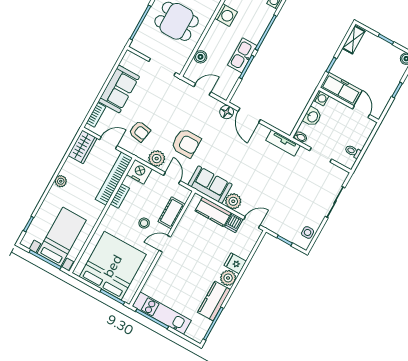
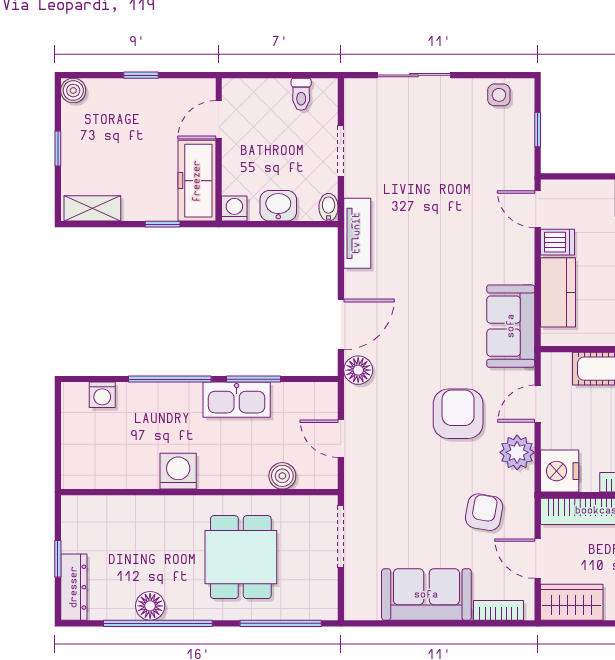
plant: (233, 201) -> (518, 266), removed

